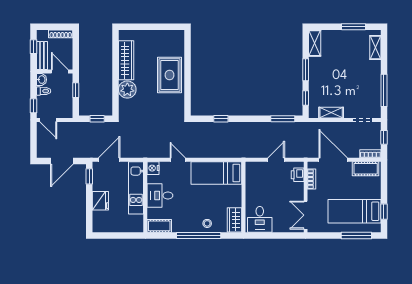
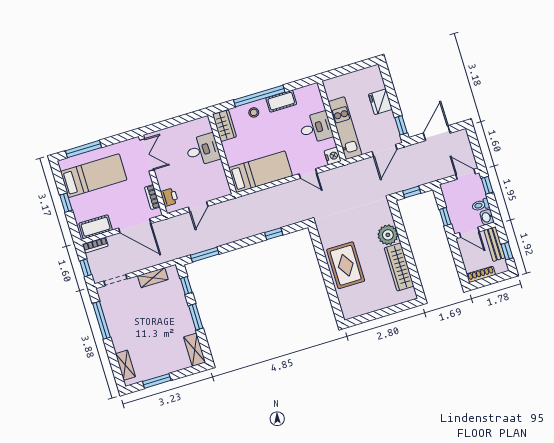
window: (384, 212) -> (66, 203), moved
desk: (260, 219) -> (203, 150), moved, turned 90
cot: (159, 226) -> (281, 101), moved

